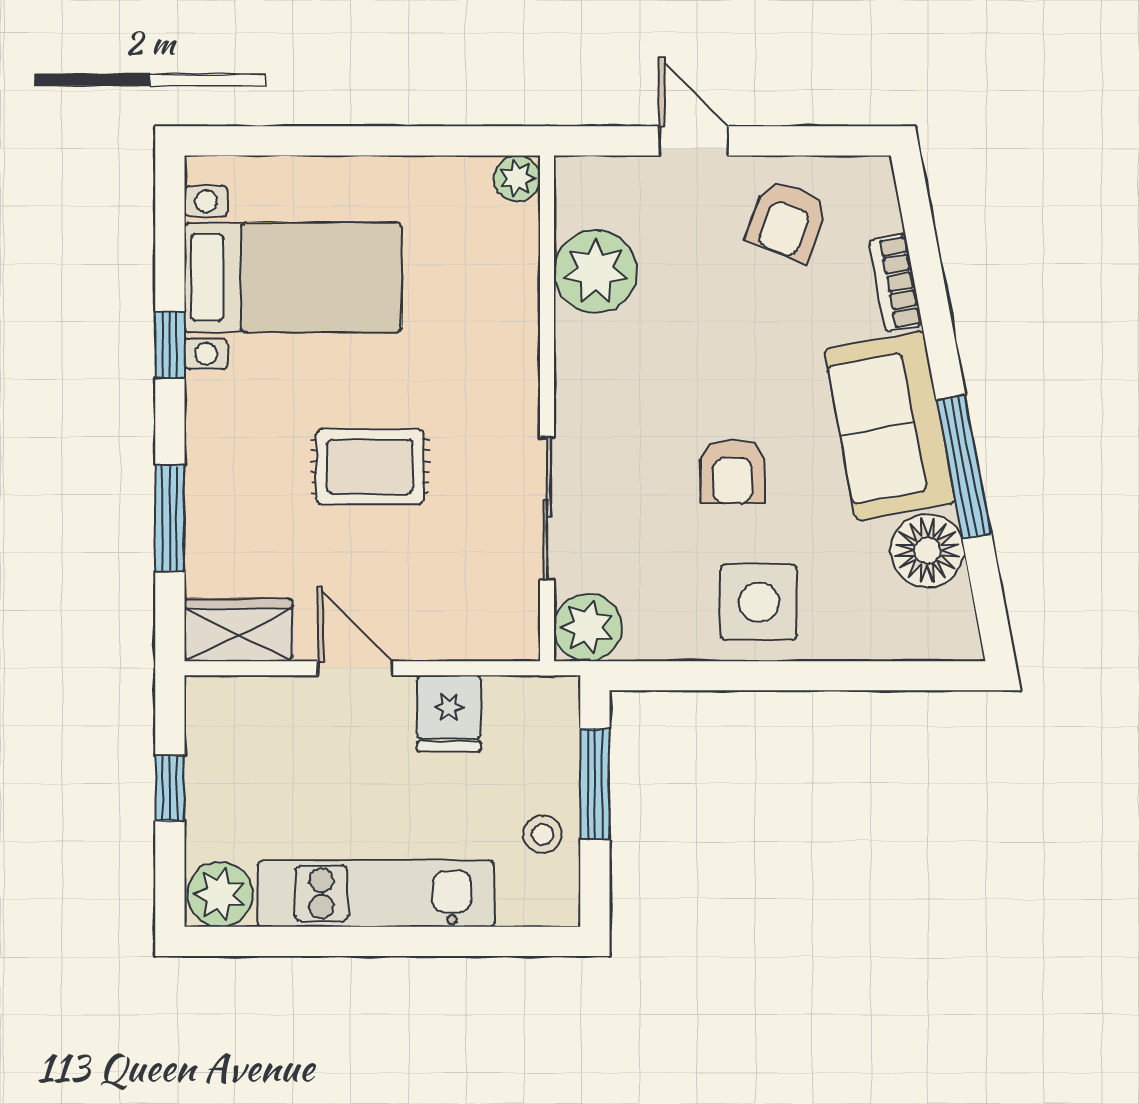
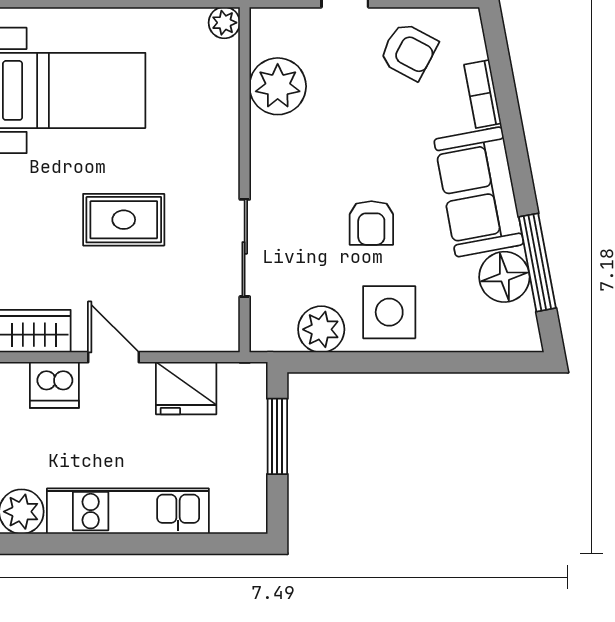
armchair: (787, 220) -> (409, 51), turned -83
window: (964, 467) -> (537, 262), moved
plant: (588, 627) -> (321, 329), moved
dishwasher: (268, 709) -> (54, 385), added
fridge: (449, 713) -> (186, 388), width x1.38
stool: (542, 834) -> (242, 471), removed

